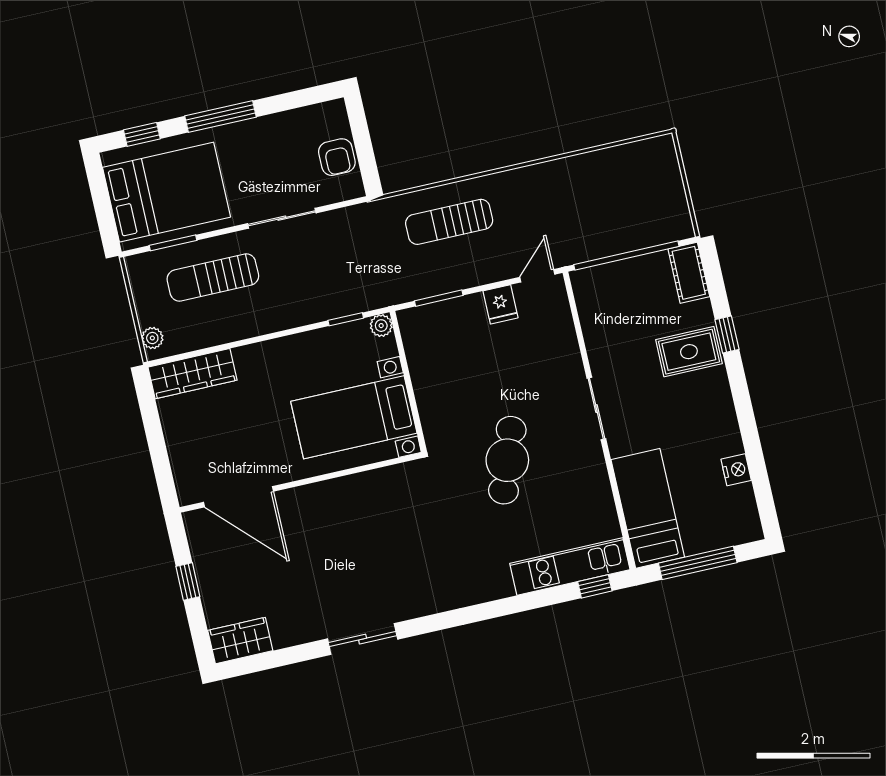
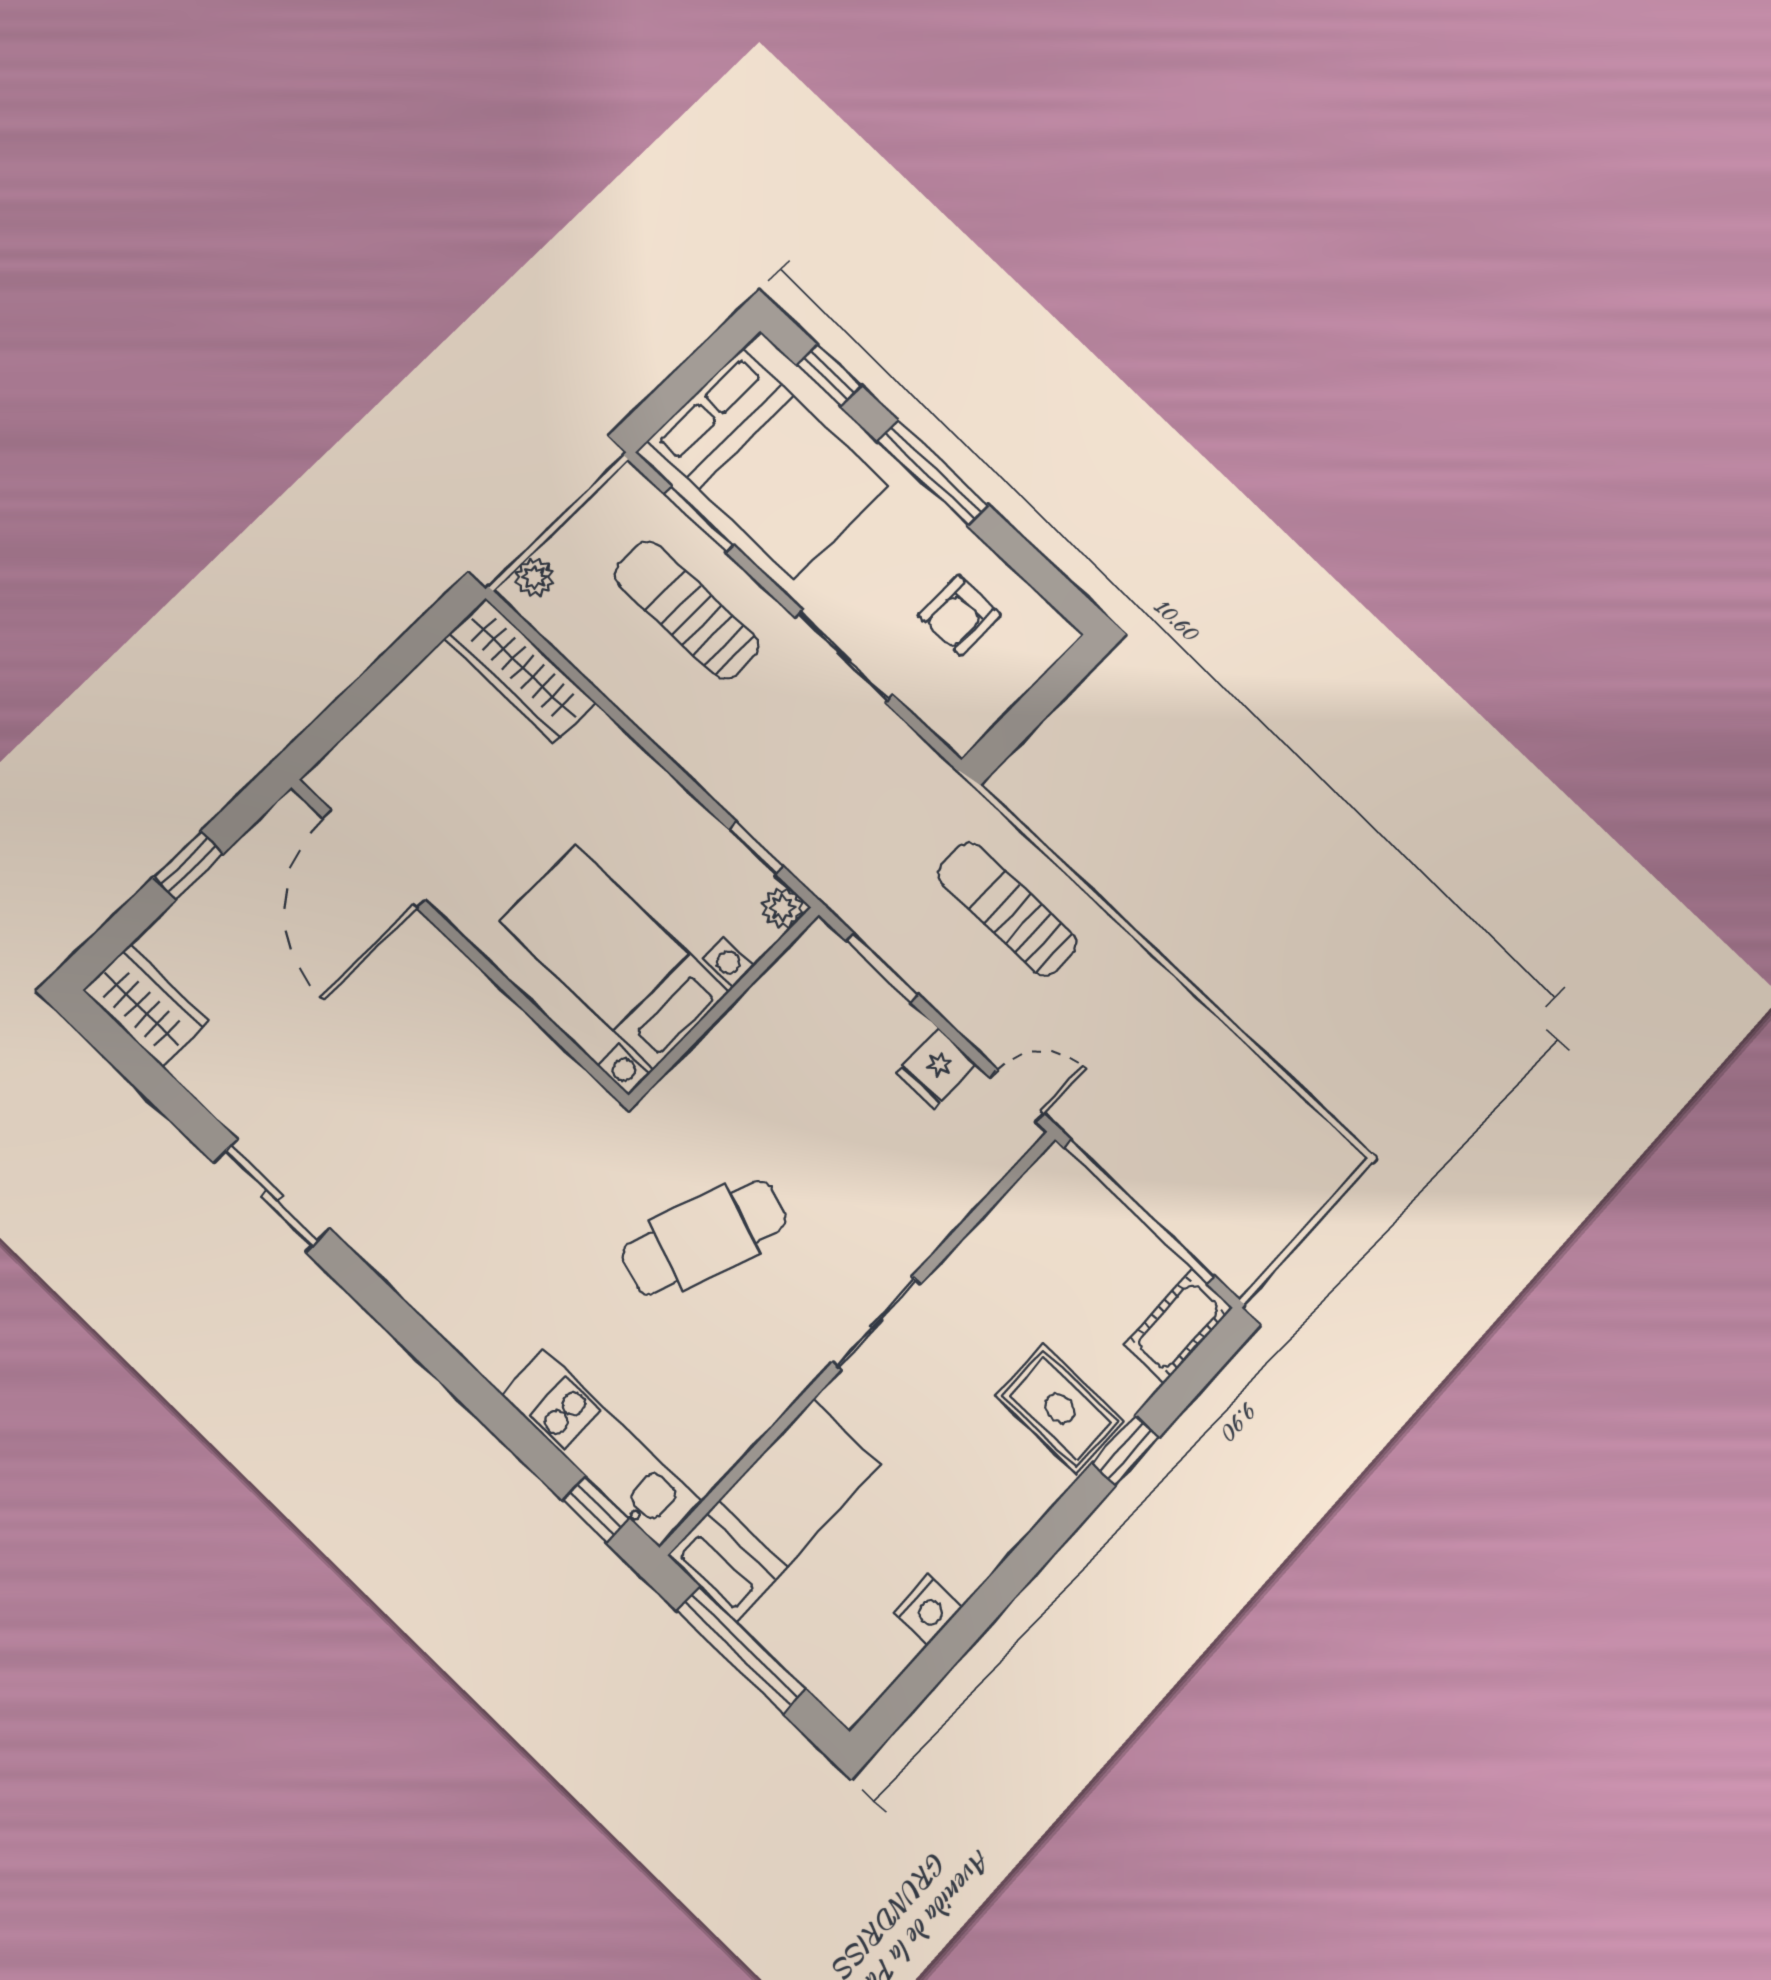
armchair: (337, 157) -> (960, 615), moved

